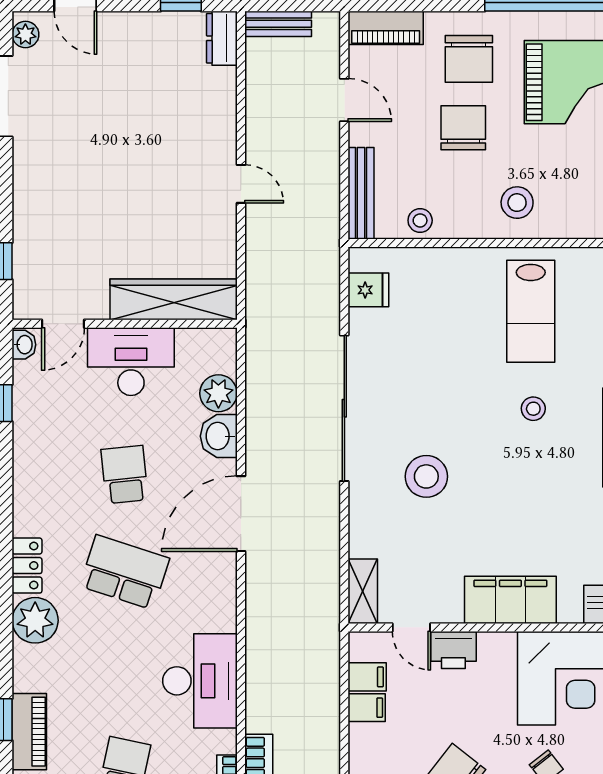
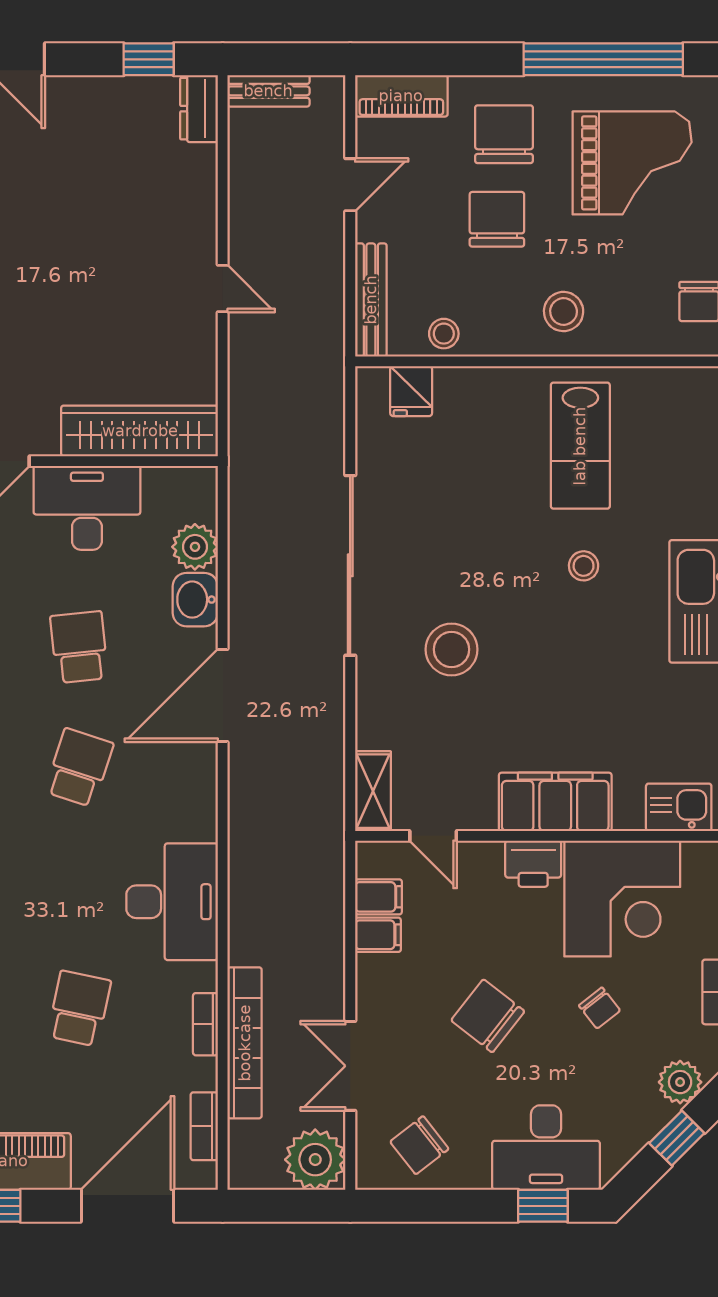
chair: (469, 59) -> (504, 134), turned 180
door: (344, 100) -> (350, 185), hinge flipped
fridge: (368, 290) -> (411, 391), moved, turned 90
school desk: (125, 572) -> (79, 768), width x0.54
printer: (453, 650) -> (533, 864), moved

